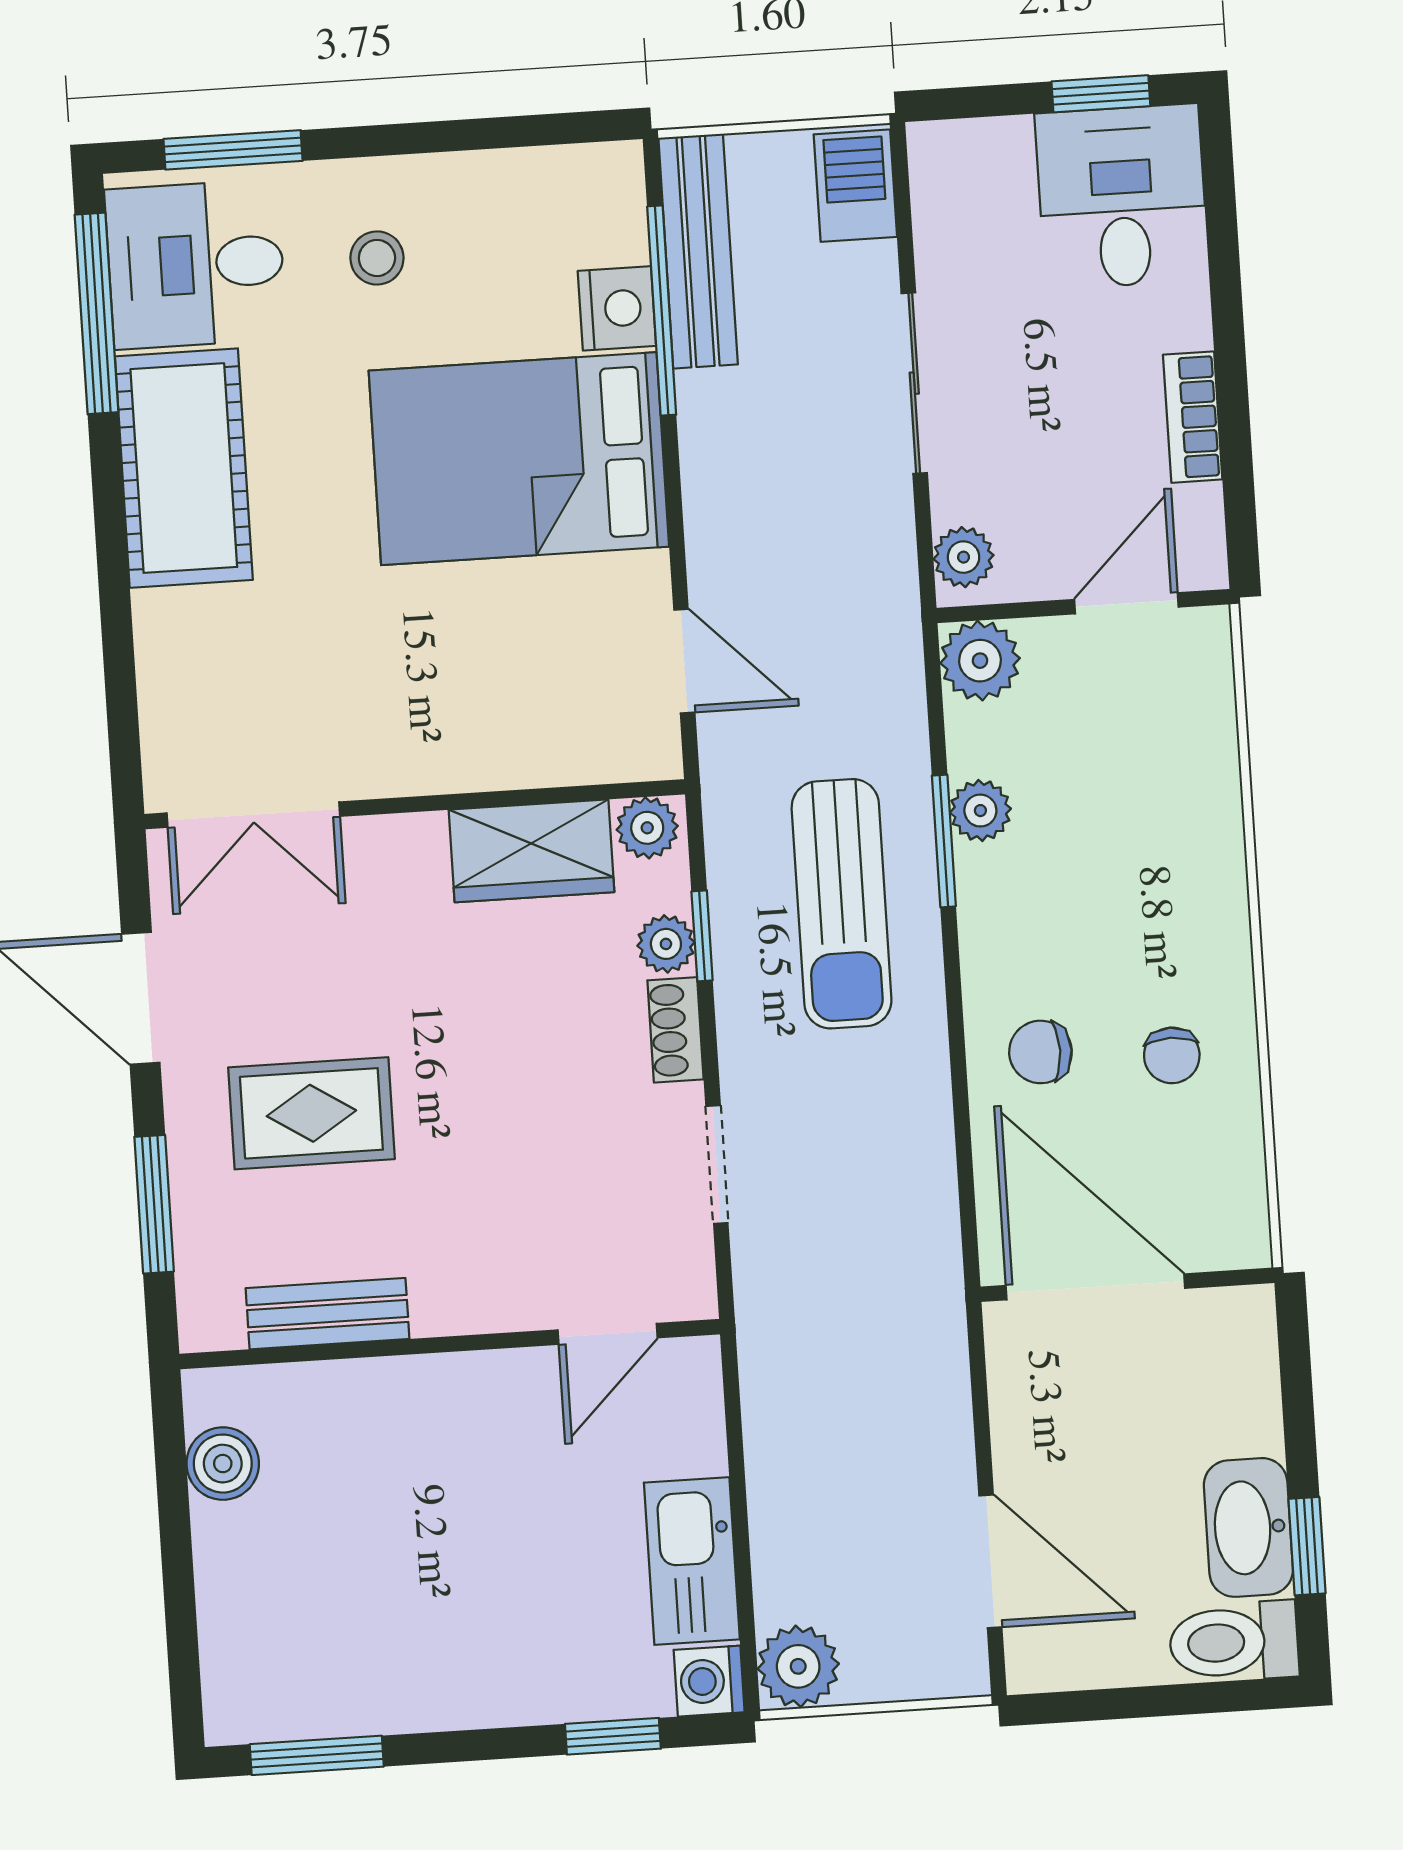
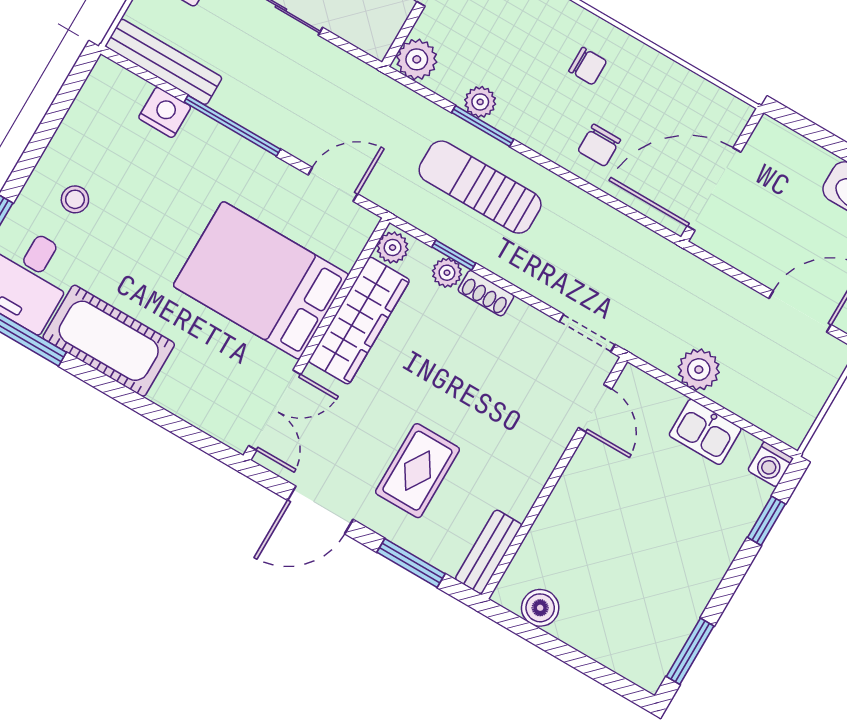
window: (662, 311) -> (232, 126), moved
bed: (519, 459) -> (261, 280), moved, turned 90
plant: (964, 557) -> (368, 37), removed
wardrobe: (531, 851) -> (359, 321), width x1.50
sun lounger: (842, 904) -> (480, 187), turned 180
chair: (1172, 1055) -> (588, 66), moved
doorway: (717, 1164) -> (587, 333), moved
bench: (328, 1314) -> (489, 552), moved
kitchen sink: (692, 1561) -> (705, 432), width x0.73
plant: (798, 1666) -> (699, 370), moved

